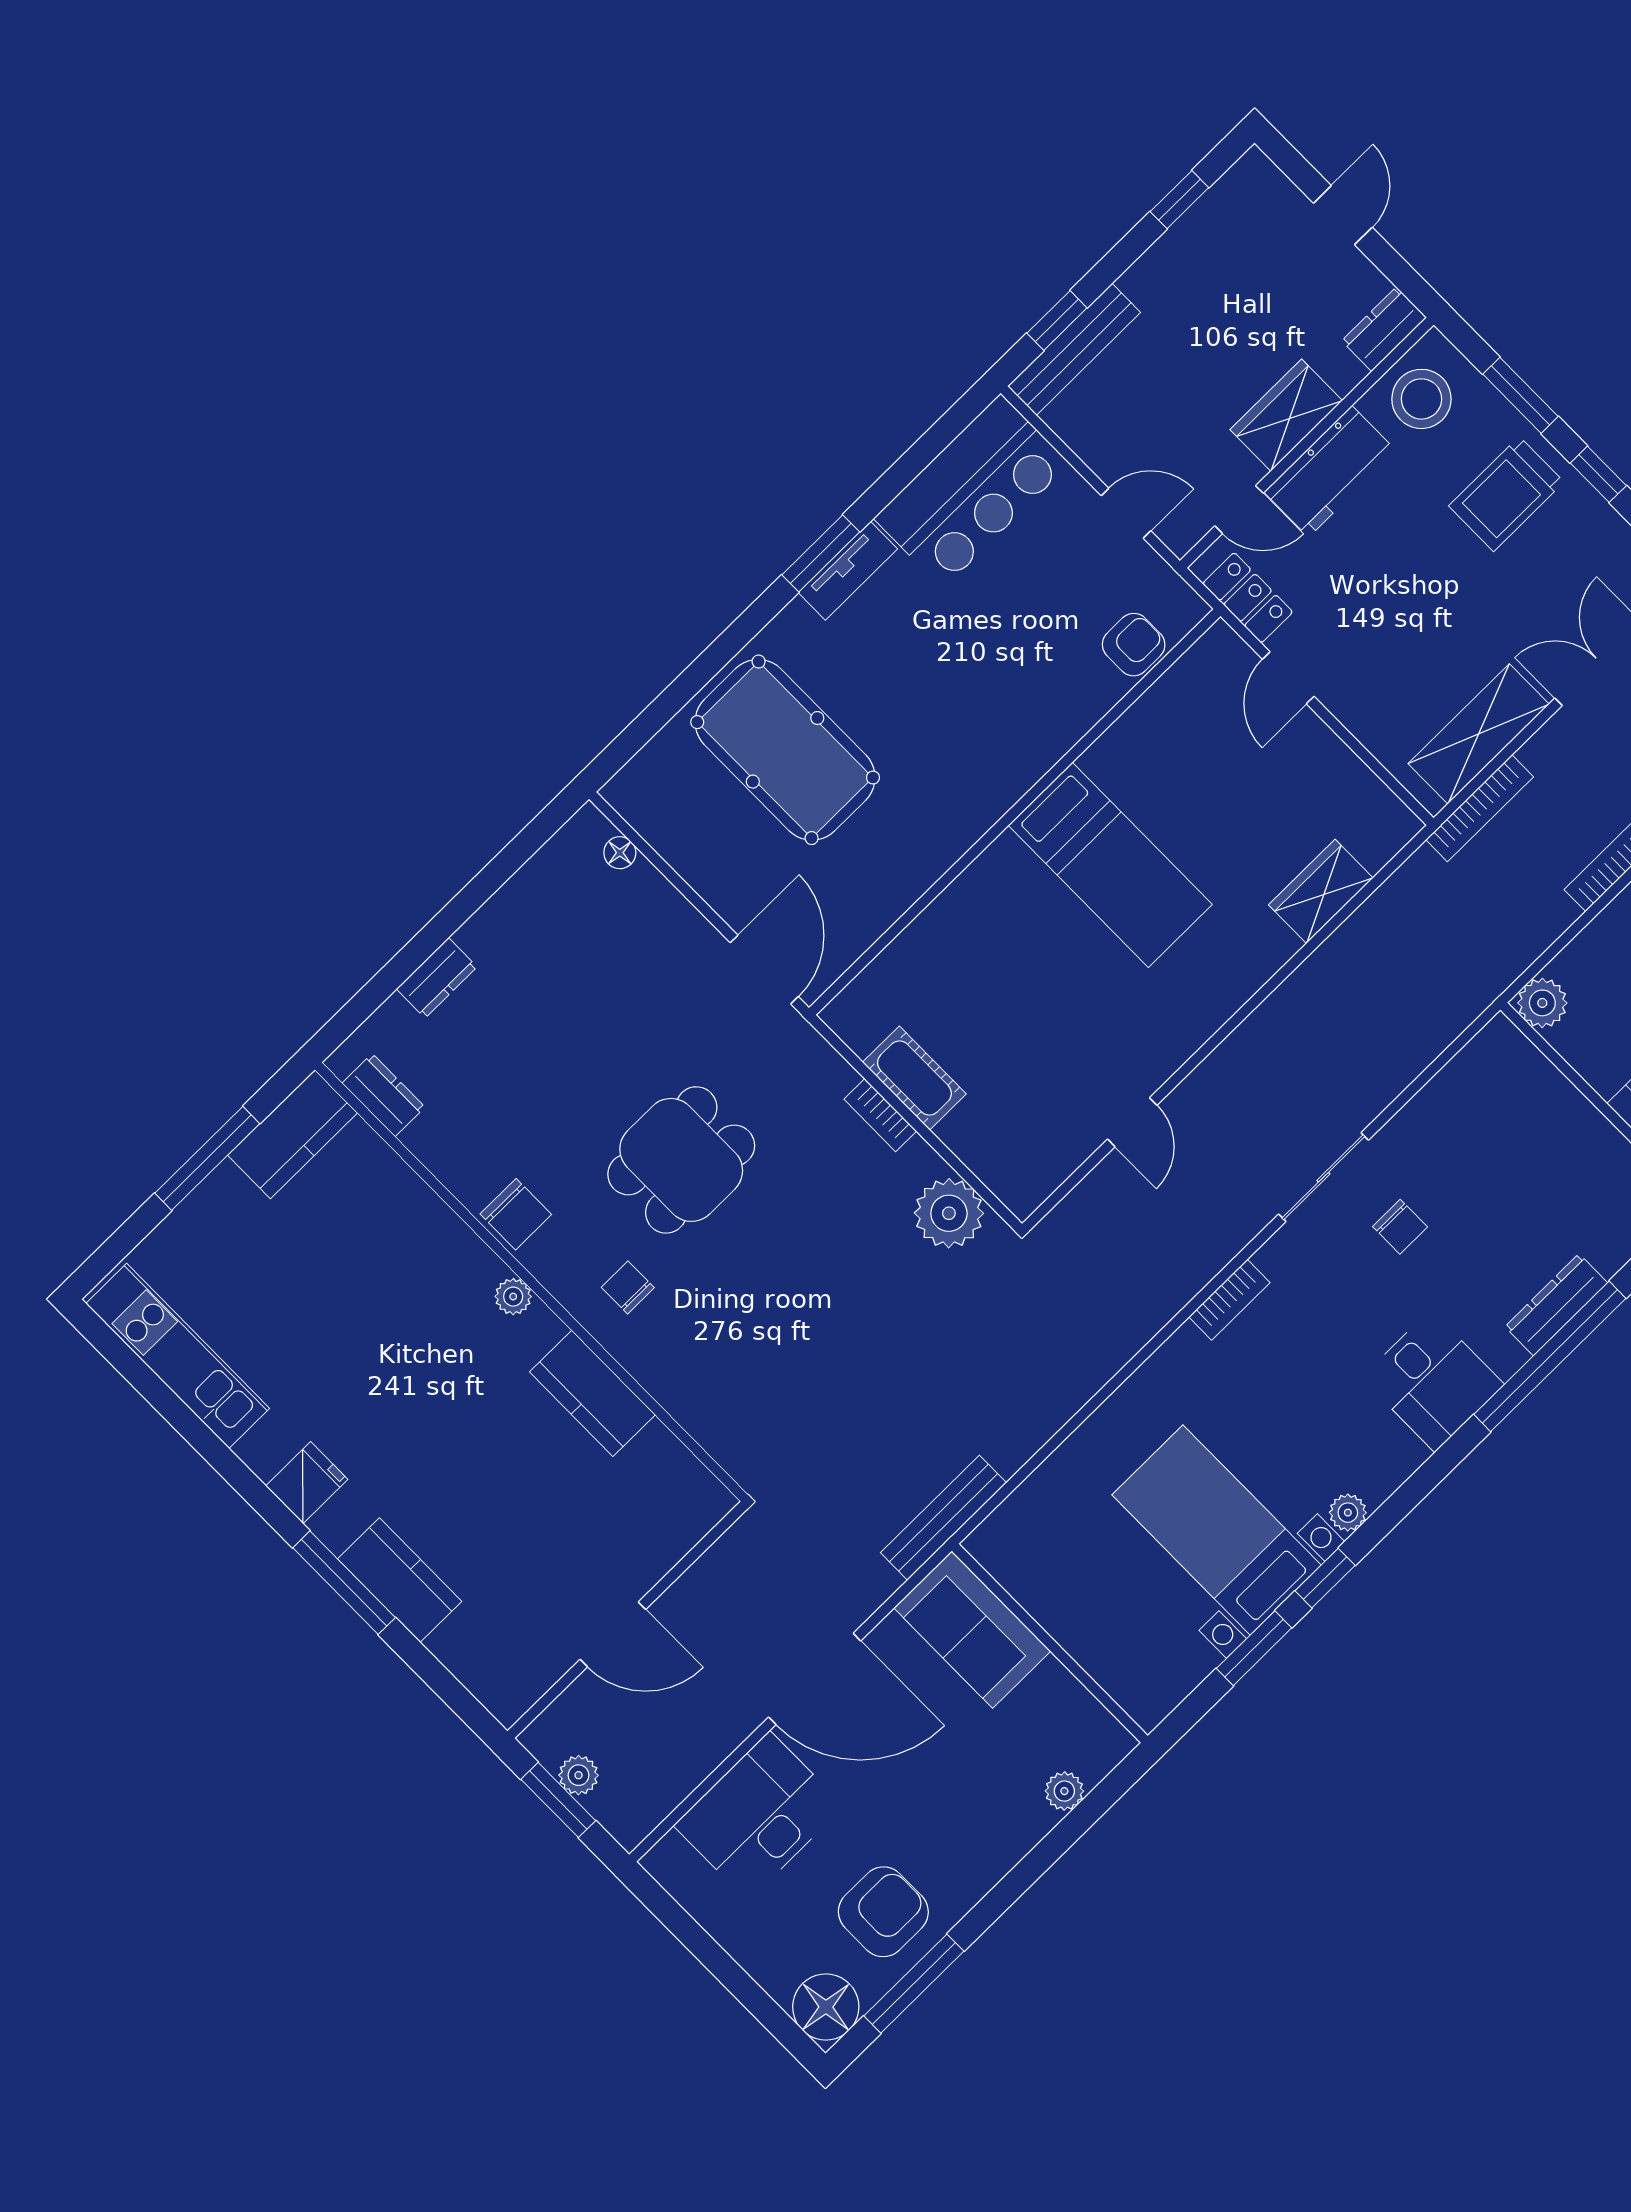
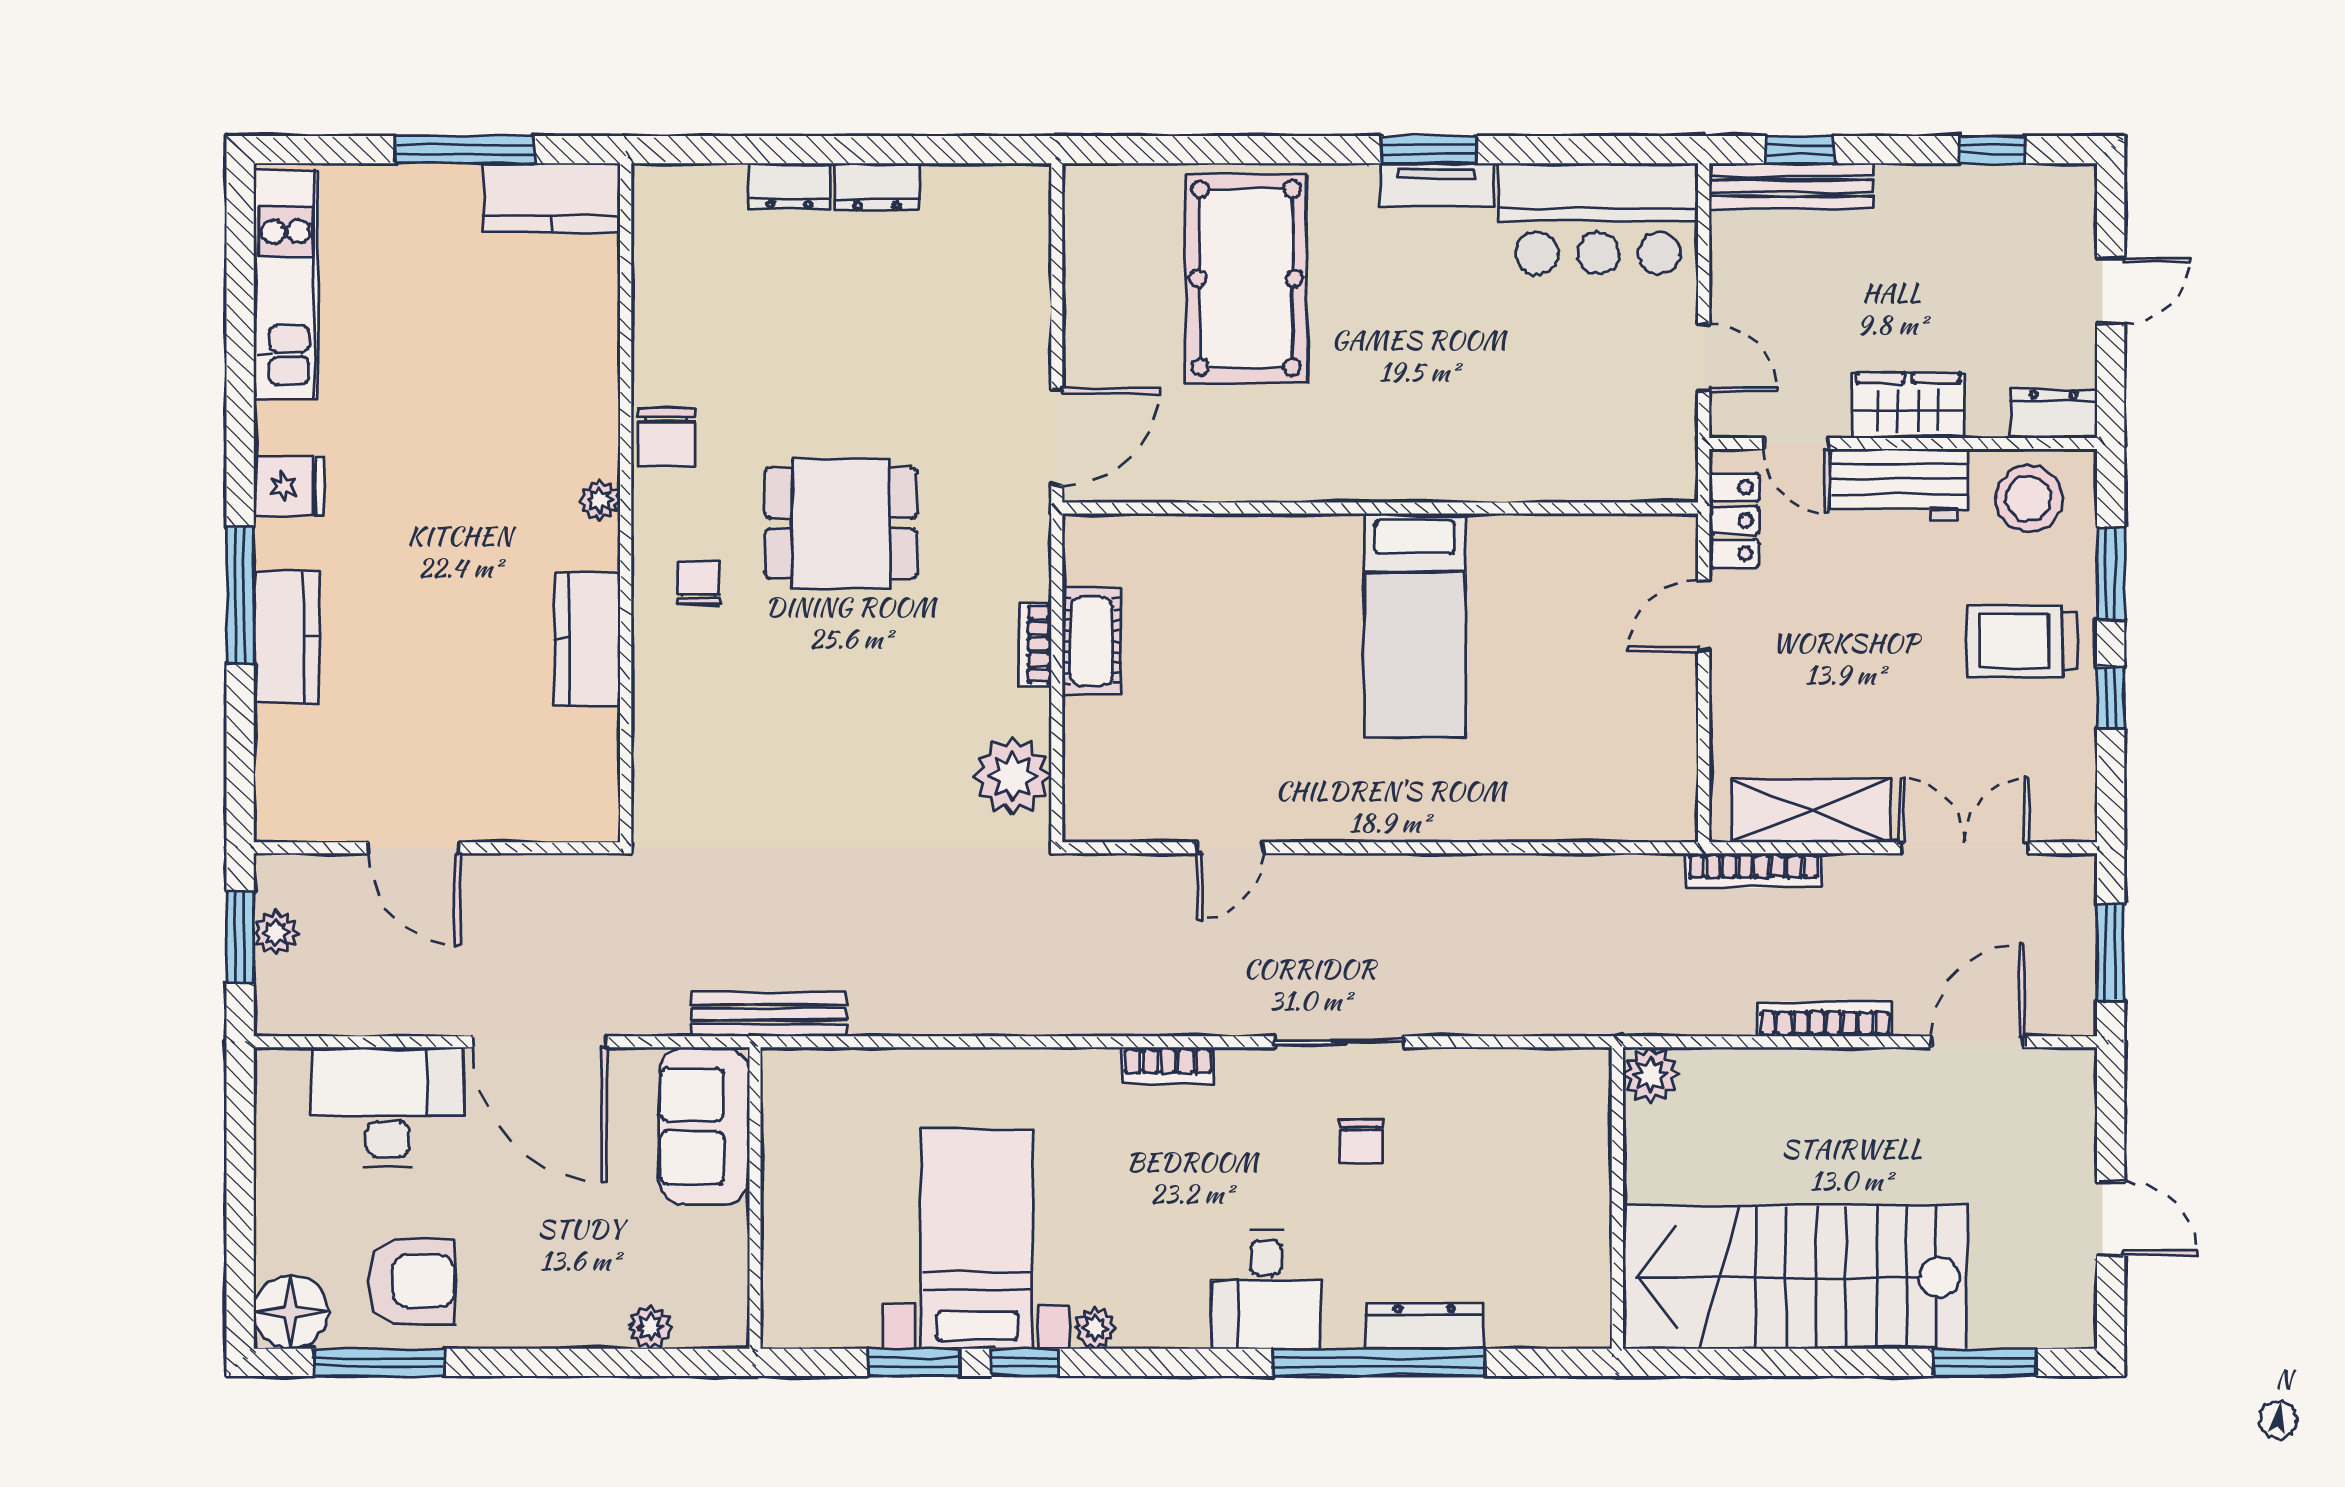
armchair: (1134, 645) -> (1606, 468), removed
floor lamp: (620, 853) -> (1034, 230), removed
wardrobe: (1321, 891) -> (1562, 812), removed
dresser: (383, 1095) -> (877, 187), moved, turned 90

